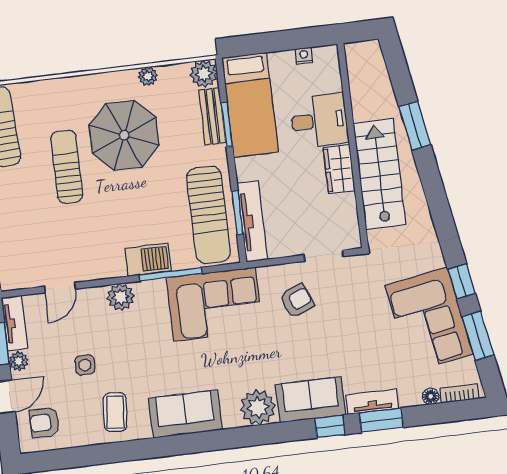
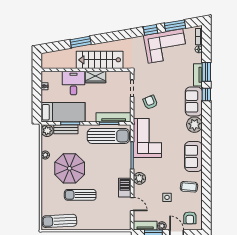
barbecue: (148, 260) -> (125, 188), moved

